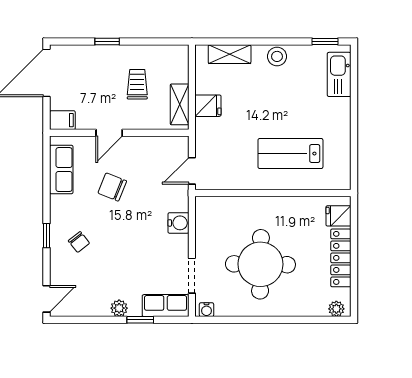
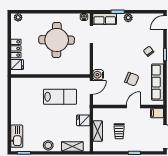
shelving: (180, 104) -> (98, 131), moved
lab bench: (290, 154) -> (60, 97), moved
row of seats: (61, 170) -> (158, 82), width x1.48
water cooler: (178, 223) -> (98, 75), moved
locker: (341, 258) -> (16, 48), width x0.66

